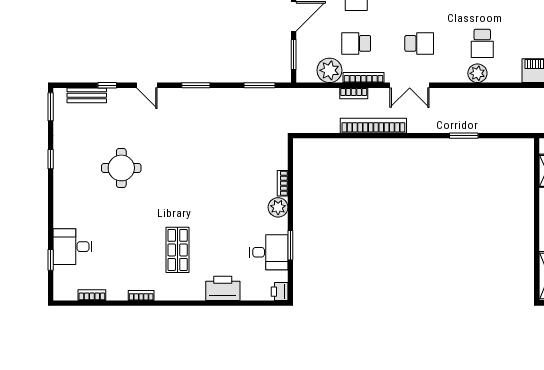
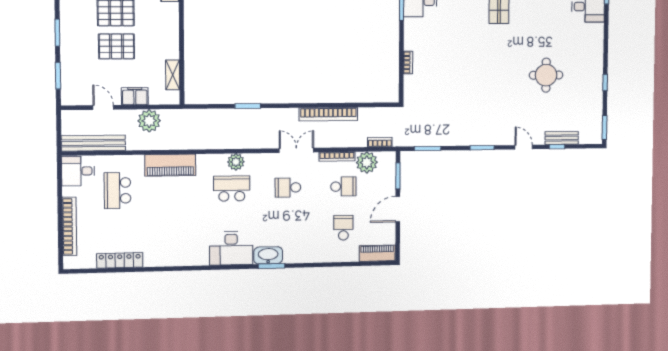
school desk: (482, 43) -> (232, 188), width x1.85
bookcase: (354, 93) -> (380, 142), moved
bench: (87, 95) -> (562, 138), moved
plant: (278, 207) -> (412, 41), removed

